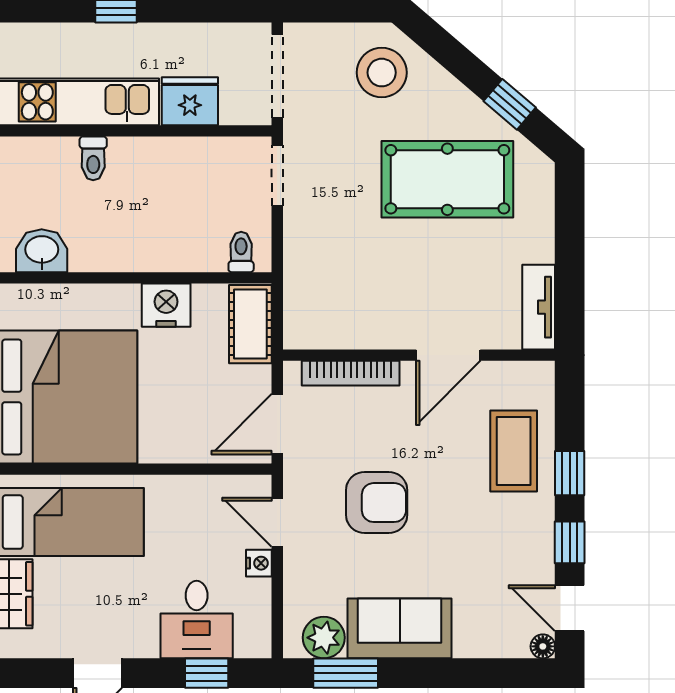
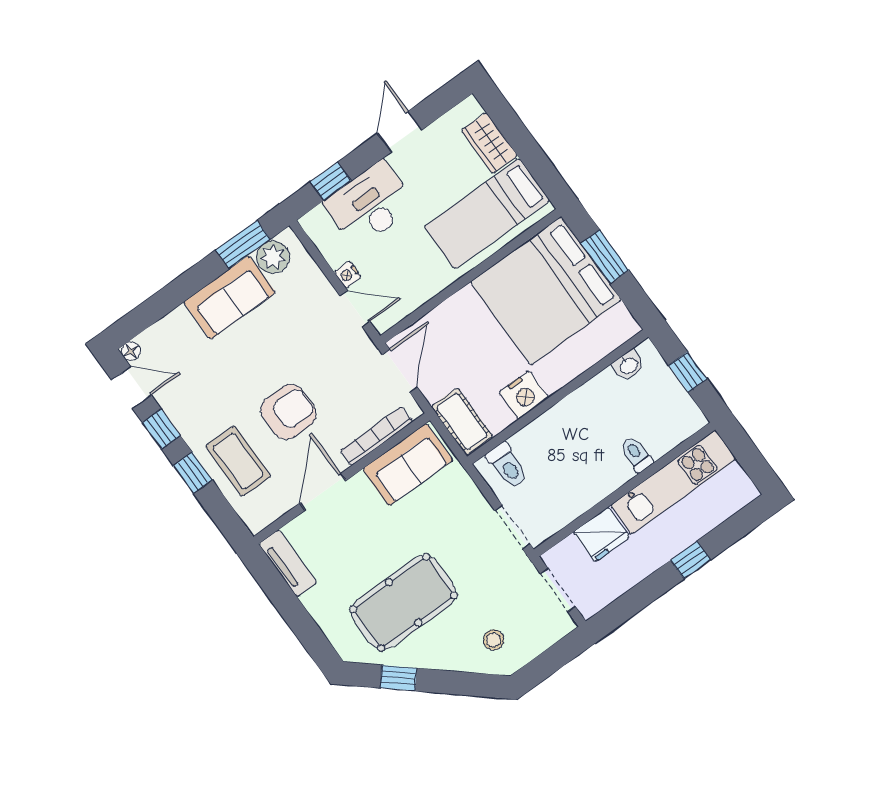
stool: (382, 73) -> (494, 640), width x0.53, depth x0.53
doorway: (277, 76) -> (558, 590), width x0.73
washbasin: (42, 251) -> (628, 365), width x0.72, depth x0.69
toilet: (241, 252) -> (507, 465), width x1.37, depth x1.39
sofa: (339, 320) -> (408, 465), added
armchair: (377, 503) -> (288, 412), moved, turned 180
desk: (197, 620) -> (370, 204), width x1.37

